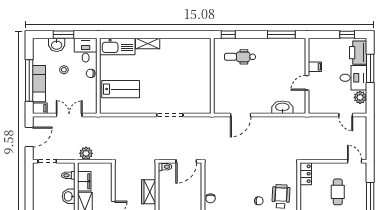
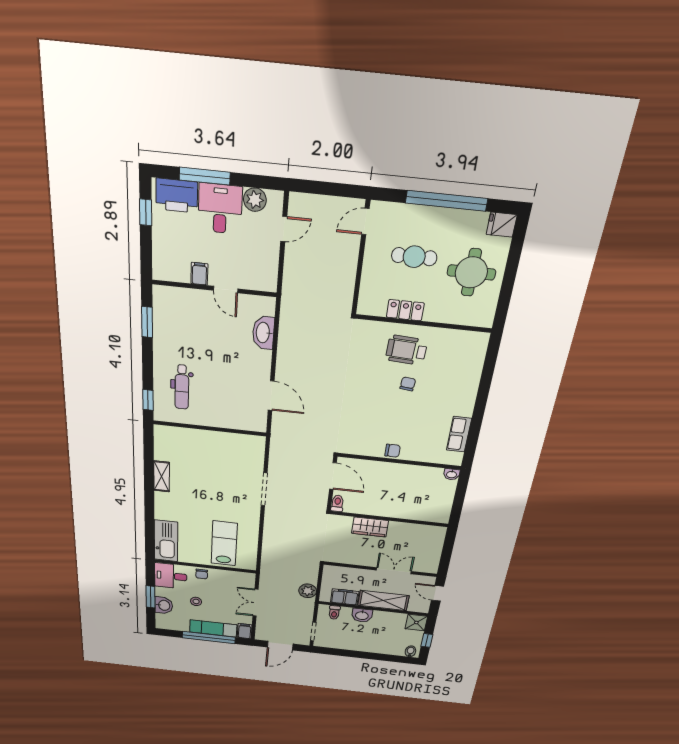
window: (281, 35) -> (147, 322), width x0.69
shelving: (148, 43) -> (162, 476), moved
door: (29, 137) -> (280, 646), swing flipped
locker: (306, 174) -> (405, 310), moved

